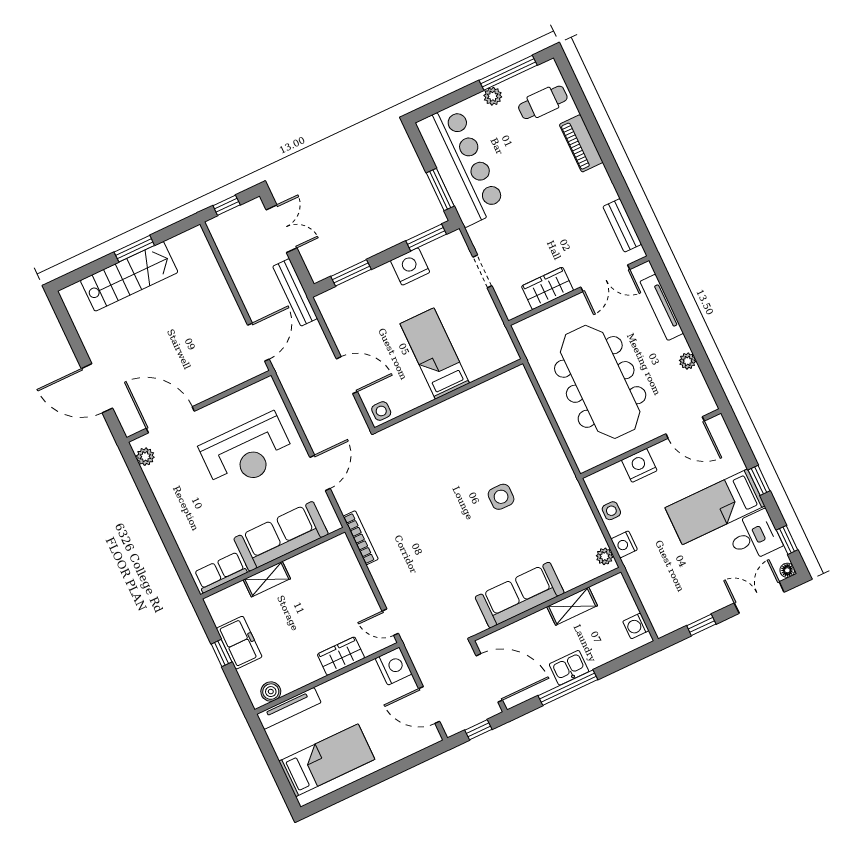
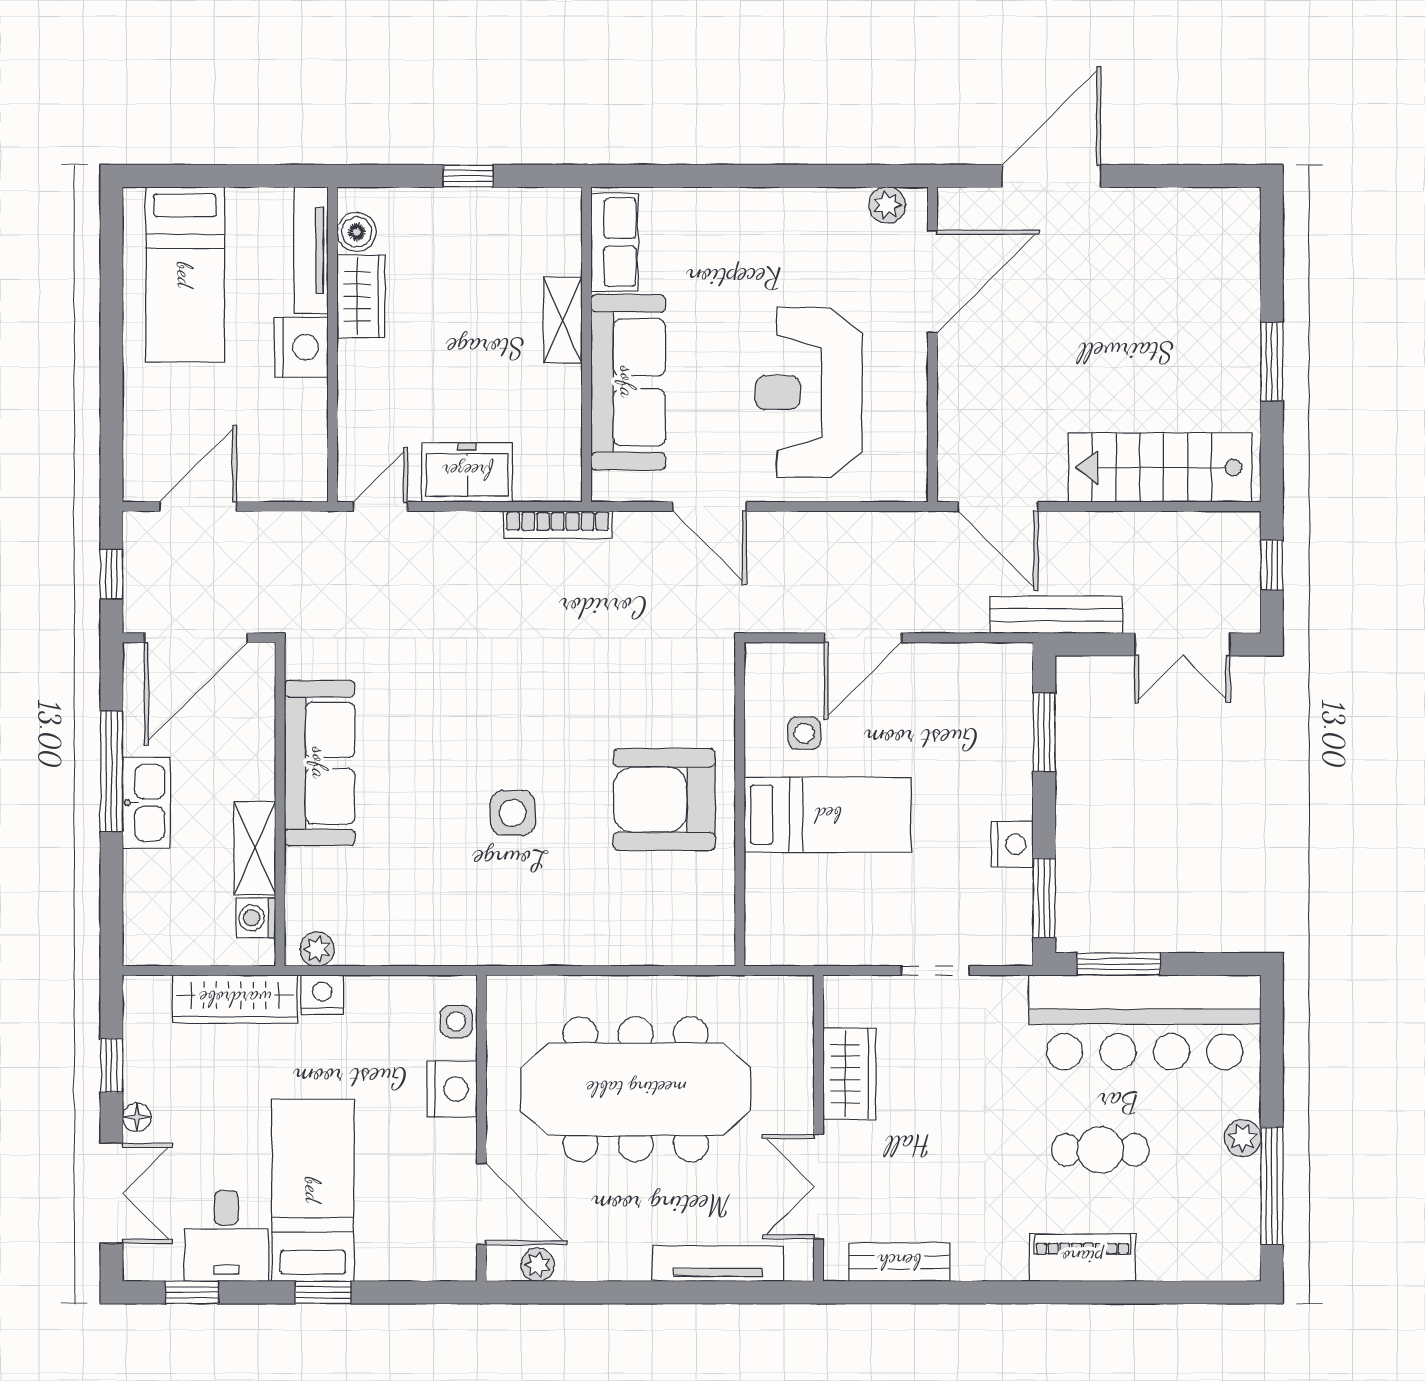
cafe table: (543, 102) -> (1100, 1150), moved, turned 90
nightstand: (410, 266) -> (1012, 844), width x0.74, depth x0.75
stairs: (129, 276) -> (1160, 467), moved, turned 90
plant: (688, 361) -> (538, 1265), moved
side table: (381, 411) -> (804, 733), moved
door: (685, 427) -> (481, 1204), swing flipped
armchair: (463, 431) -> (664, 800), added
side table: (611, 511) -> (456, 1021), moved
floor lamp: (787, 570) -> (137, 1117), moved
wardrobe: (645, 583) -> (235, 999), added
washing machine: (636, 626) -> (256, 918), moved, turned -90
freezer: (239, 643) -> (467, 472), moved, turned 180
wardrobe: (341, 656) -> (361, 297), moved
nightstand: (394, 666) -> (301, 347), moved, turned -90
kitchen sink: (569, 668) -> (146, 803), width x1.38

